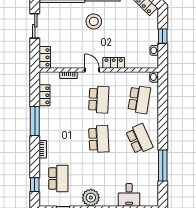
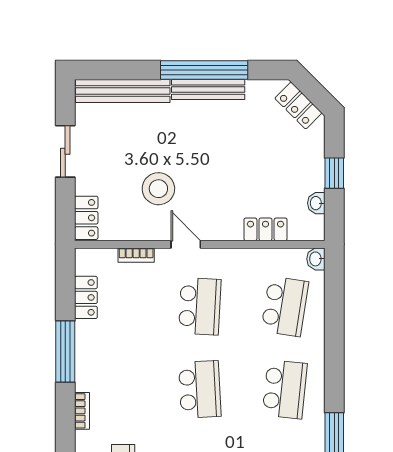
stool: (94, 21) -> (158, 189), moved
locker: (114, 63) -> (266, 229), moved
school desk: (139, 139) -> (285, 389), turned 30

